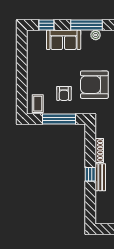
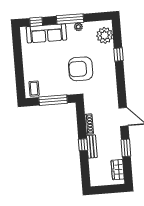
sofa: (64, 40) -> (46, 33), width x1.36
armchair: (64, 93) -> (56, 78), removed

